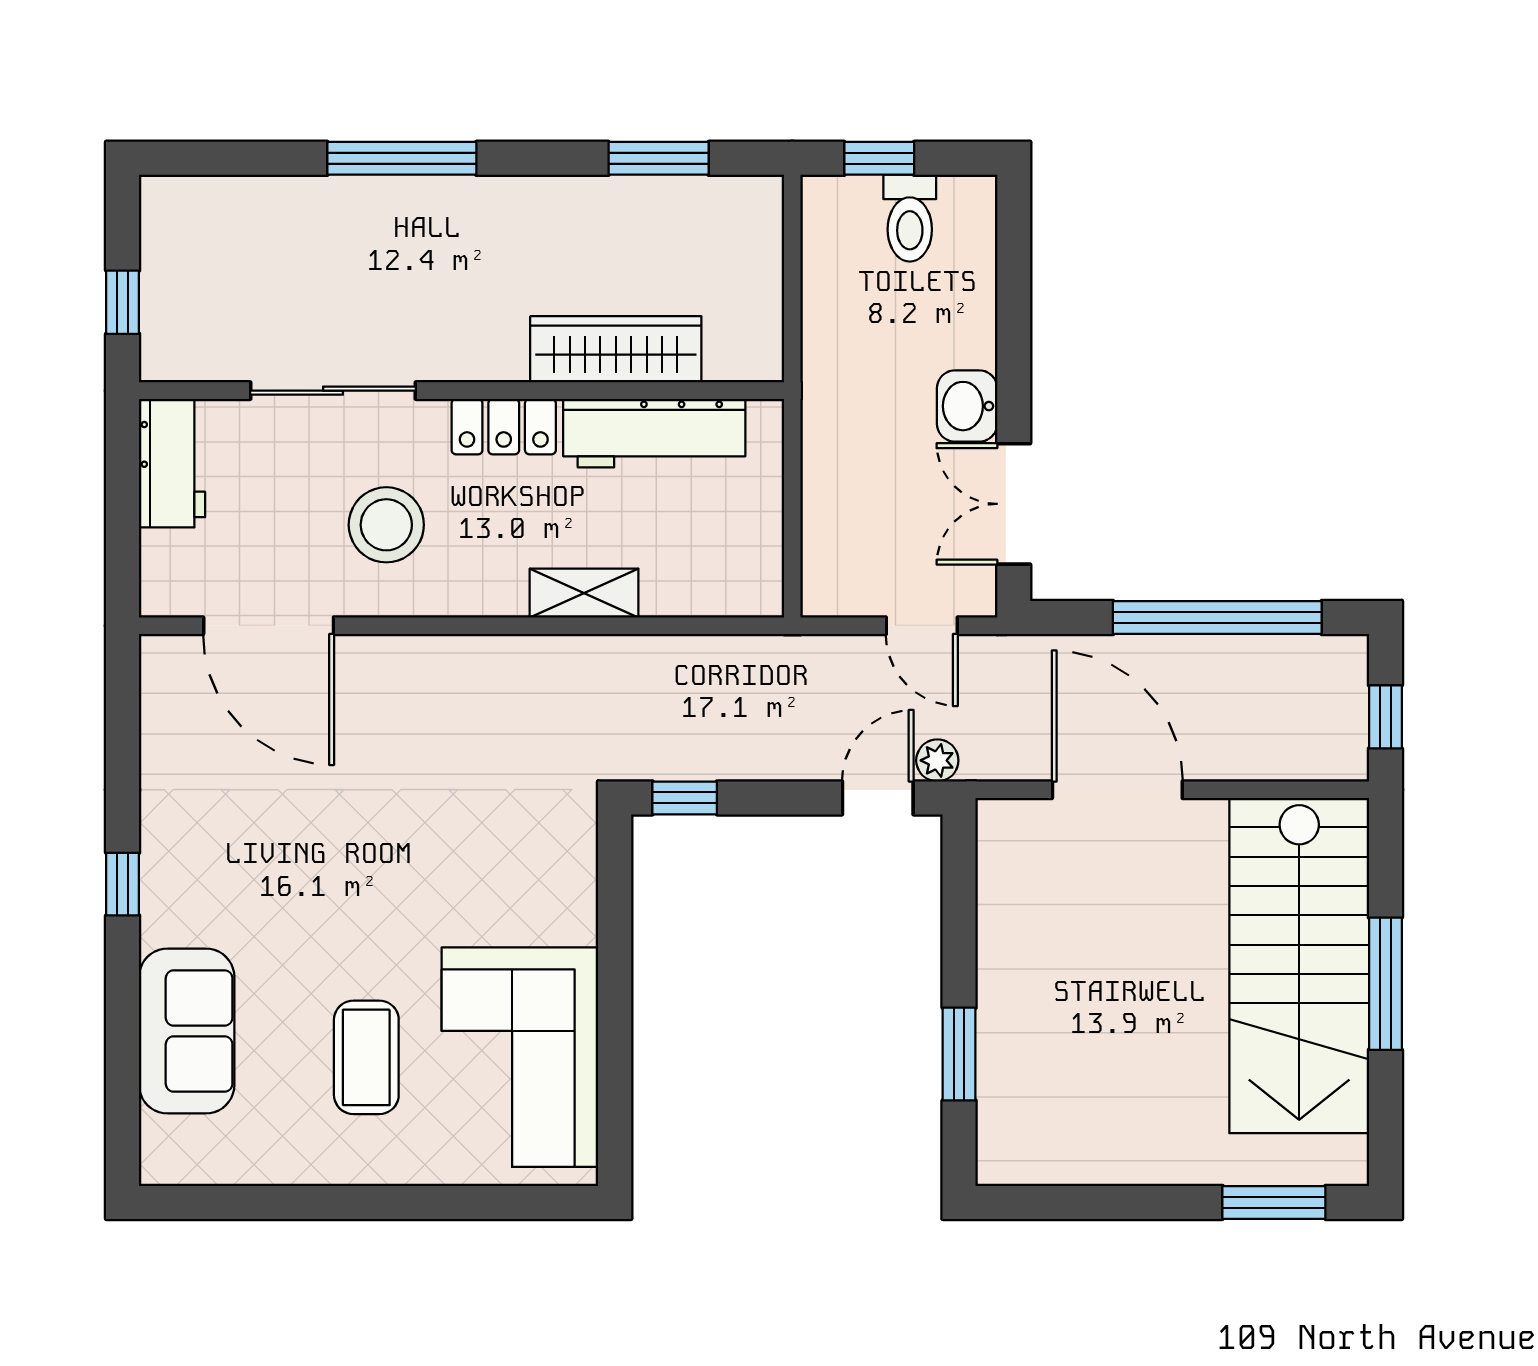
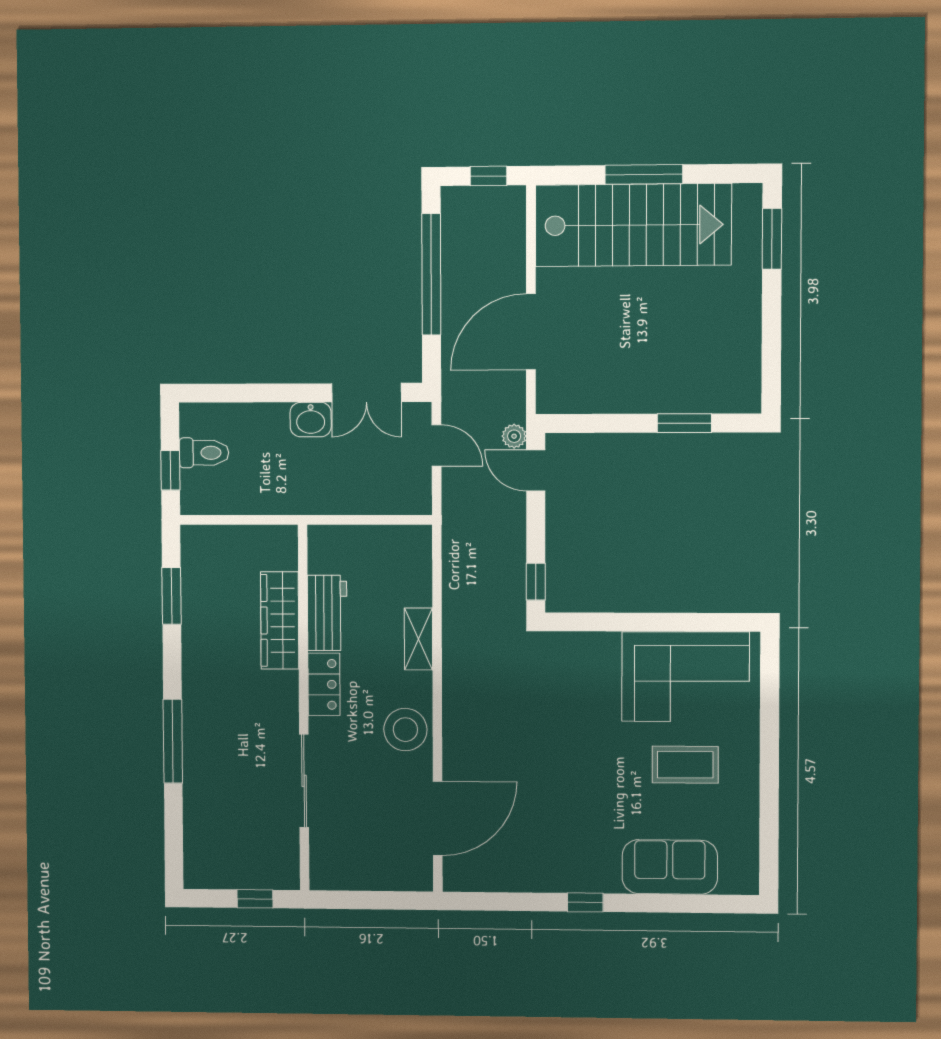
workbench: (654, 433) -> (327, 613), width x0.73
workbench: (172, 464) -> (346, 872), removed
stool: (386, 525) -> (405, 730), moved
door: (922, 626) -> (437, 445), hinge flipped

